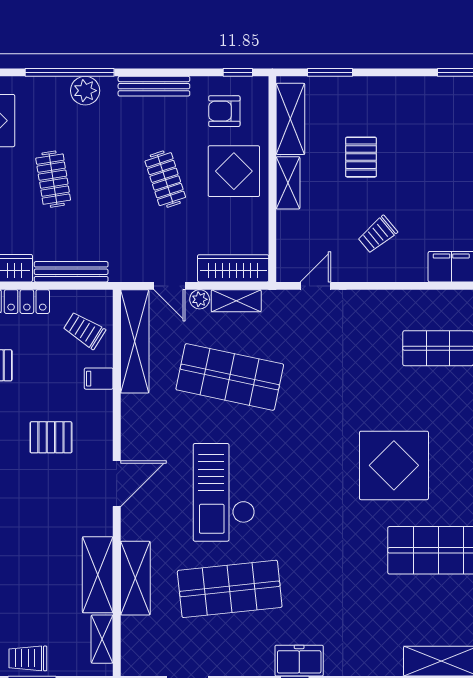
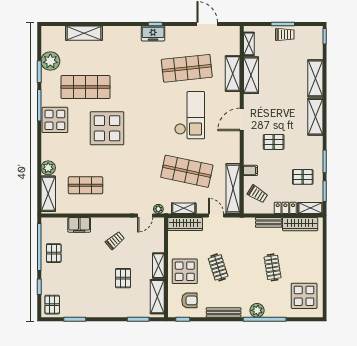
bench: (71, 272) -> (269, 222), width x0.73
plant: (200, 299) -> (158, 209), moved

